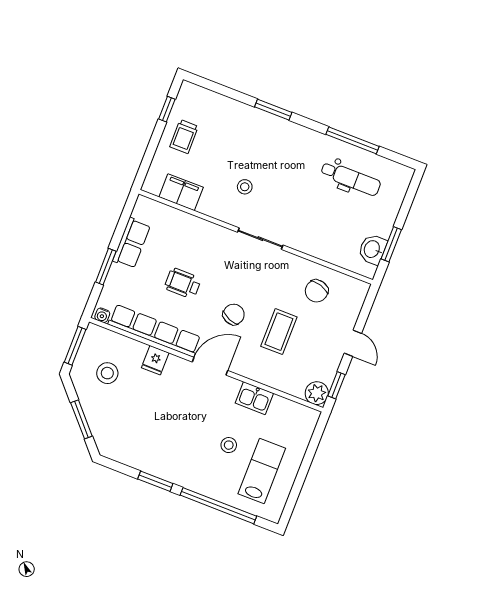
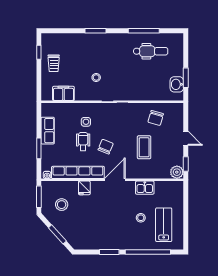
side table: (200, 253) -> (86, 122), added
wheelchair: (183, 283) -> (83, 141), turned 90
chair: (234, 314) -> (106, 147), moved

